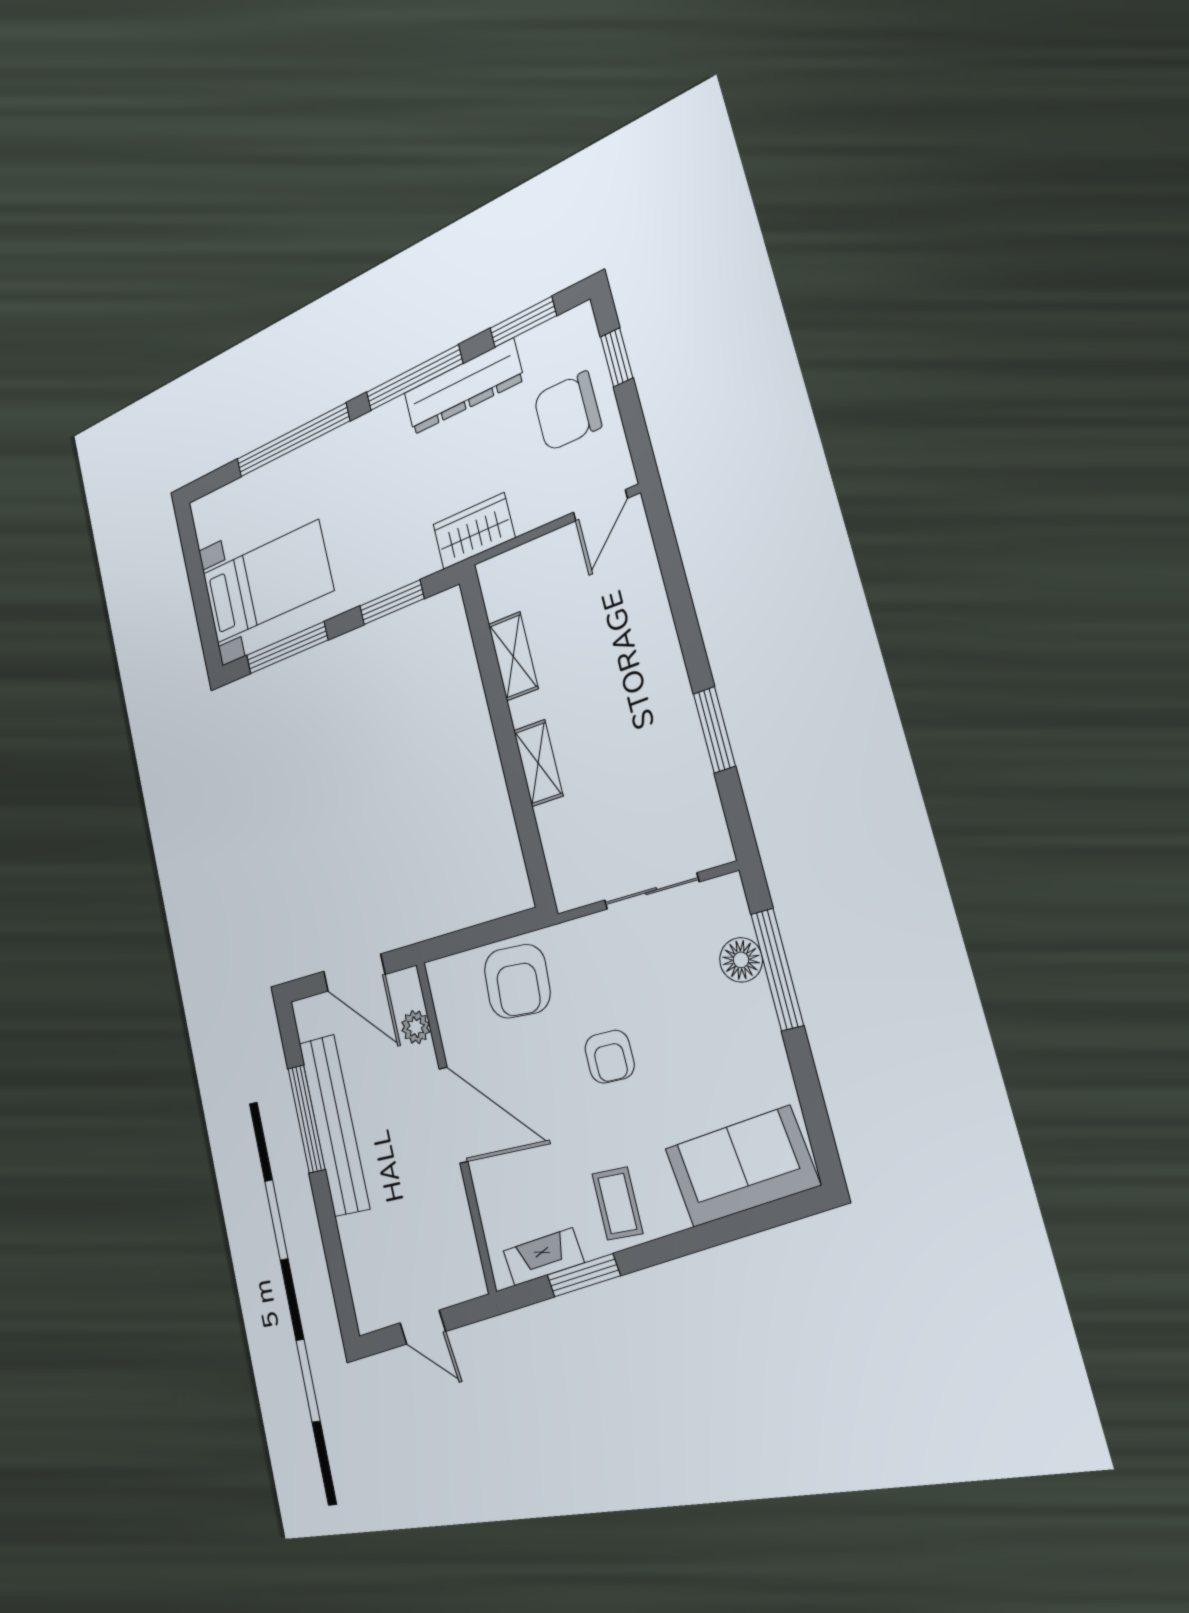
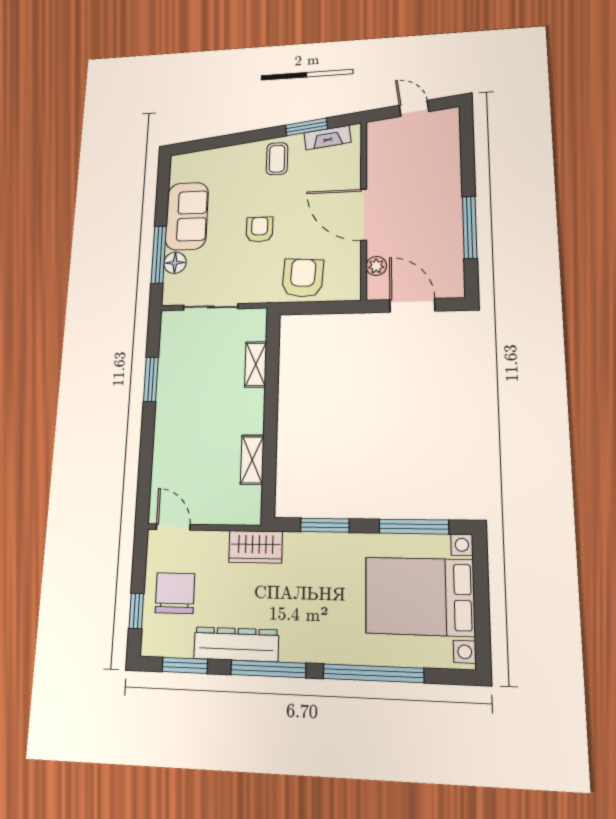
chair: (567, 411) -> (175, 593), turned -90
door: (600, 505) -> (173, 527), hinge flipped
bed with nightstands: (267, 582) -> (420, 596), width x1.36
shelving: (538, 763) -> (256, 364), moved
bench: (334, 1125) -> (449, 221), removed
sofa: (741, 1167) -> (187, 216), moved, turned -83

